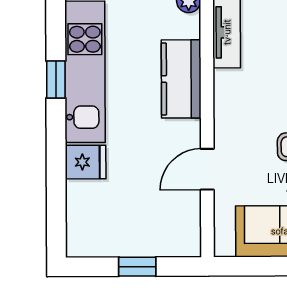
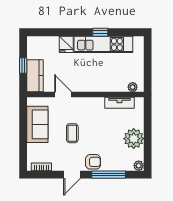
kitchen counter: (181, 79) -> (35, 76), moved, turned 90

